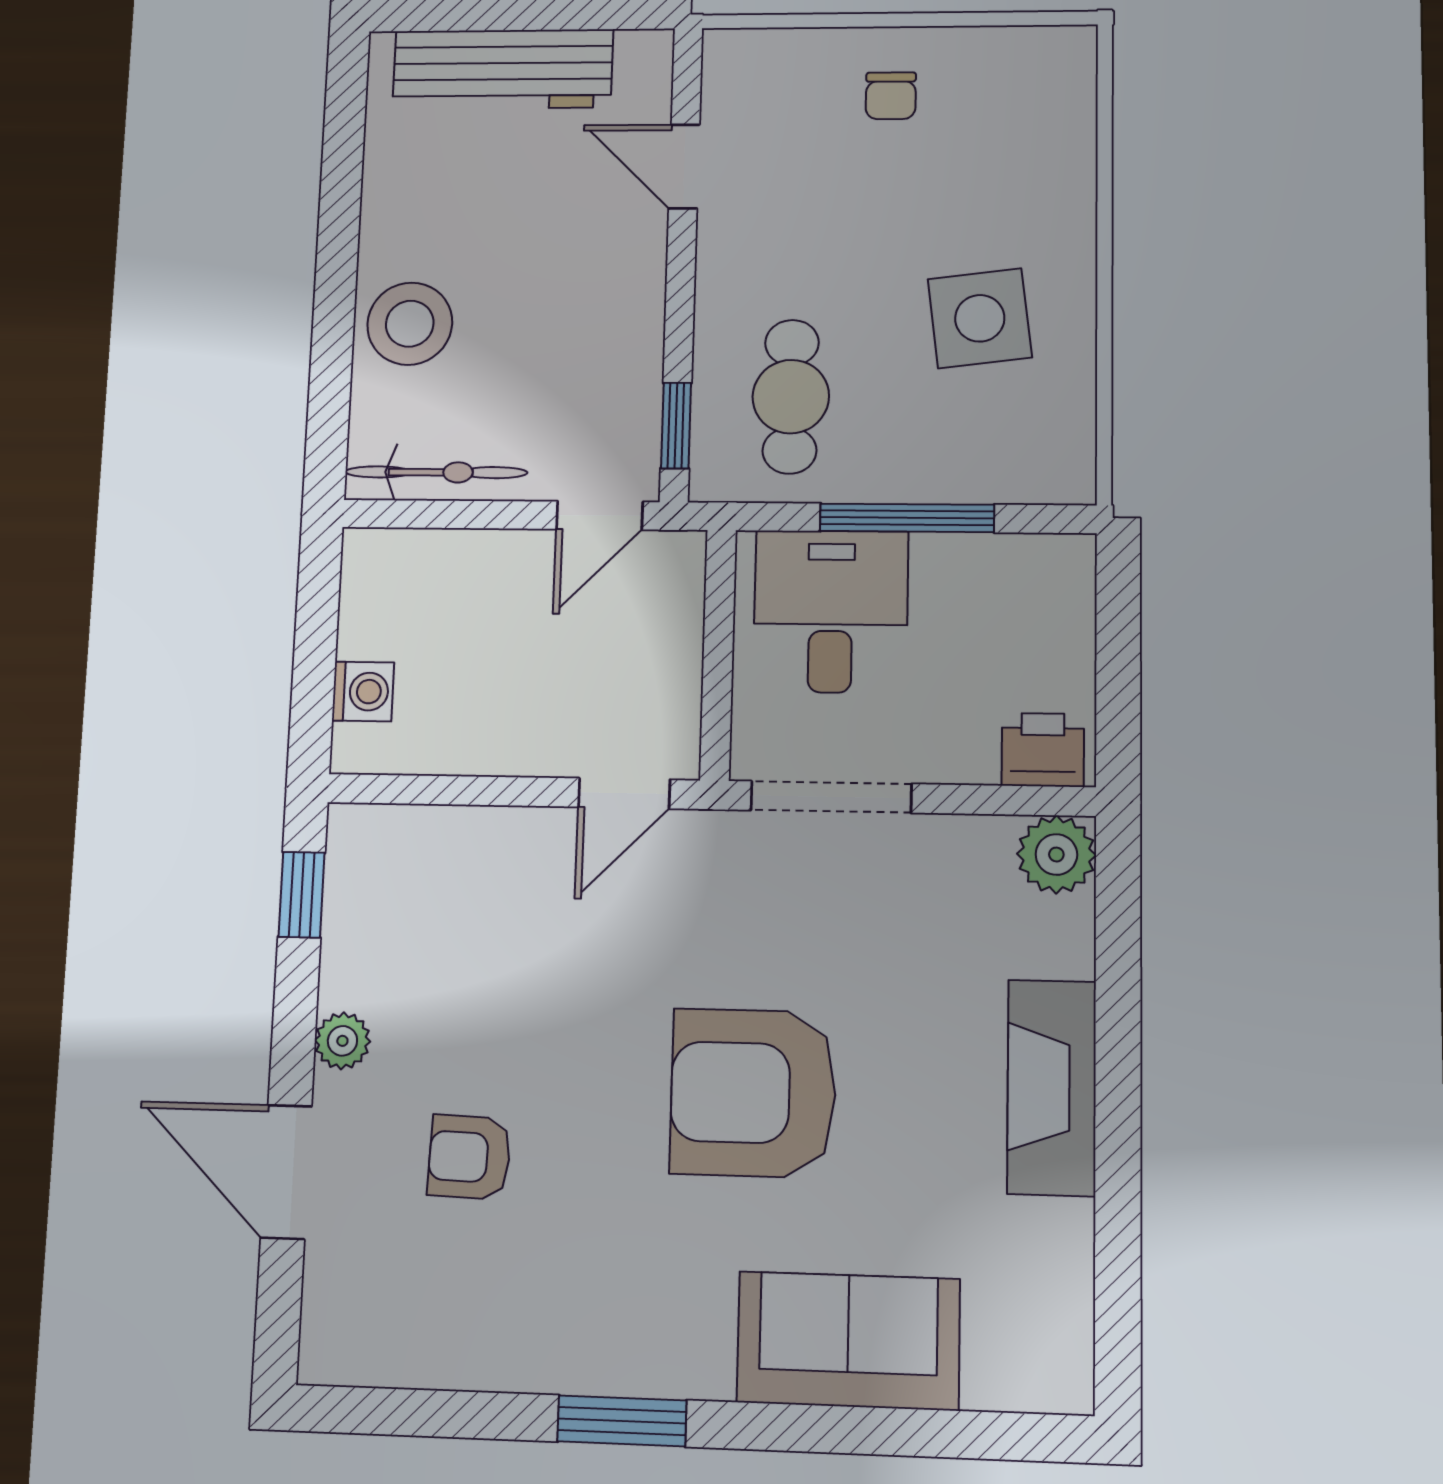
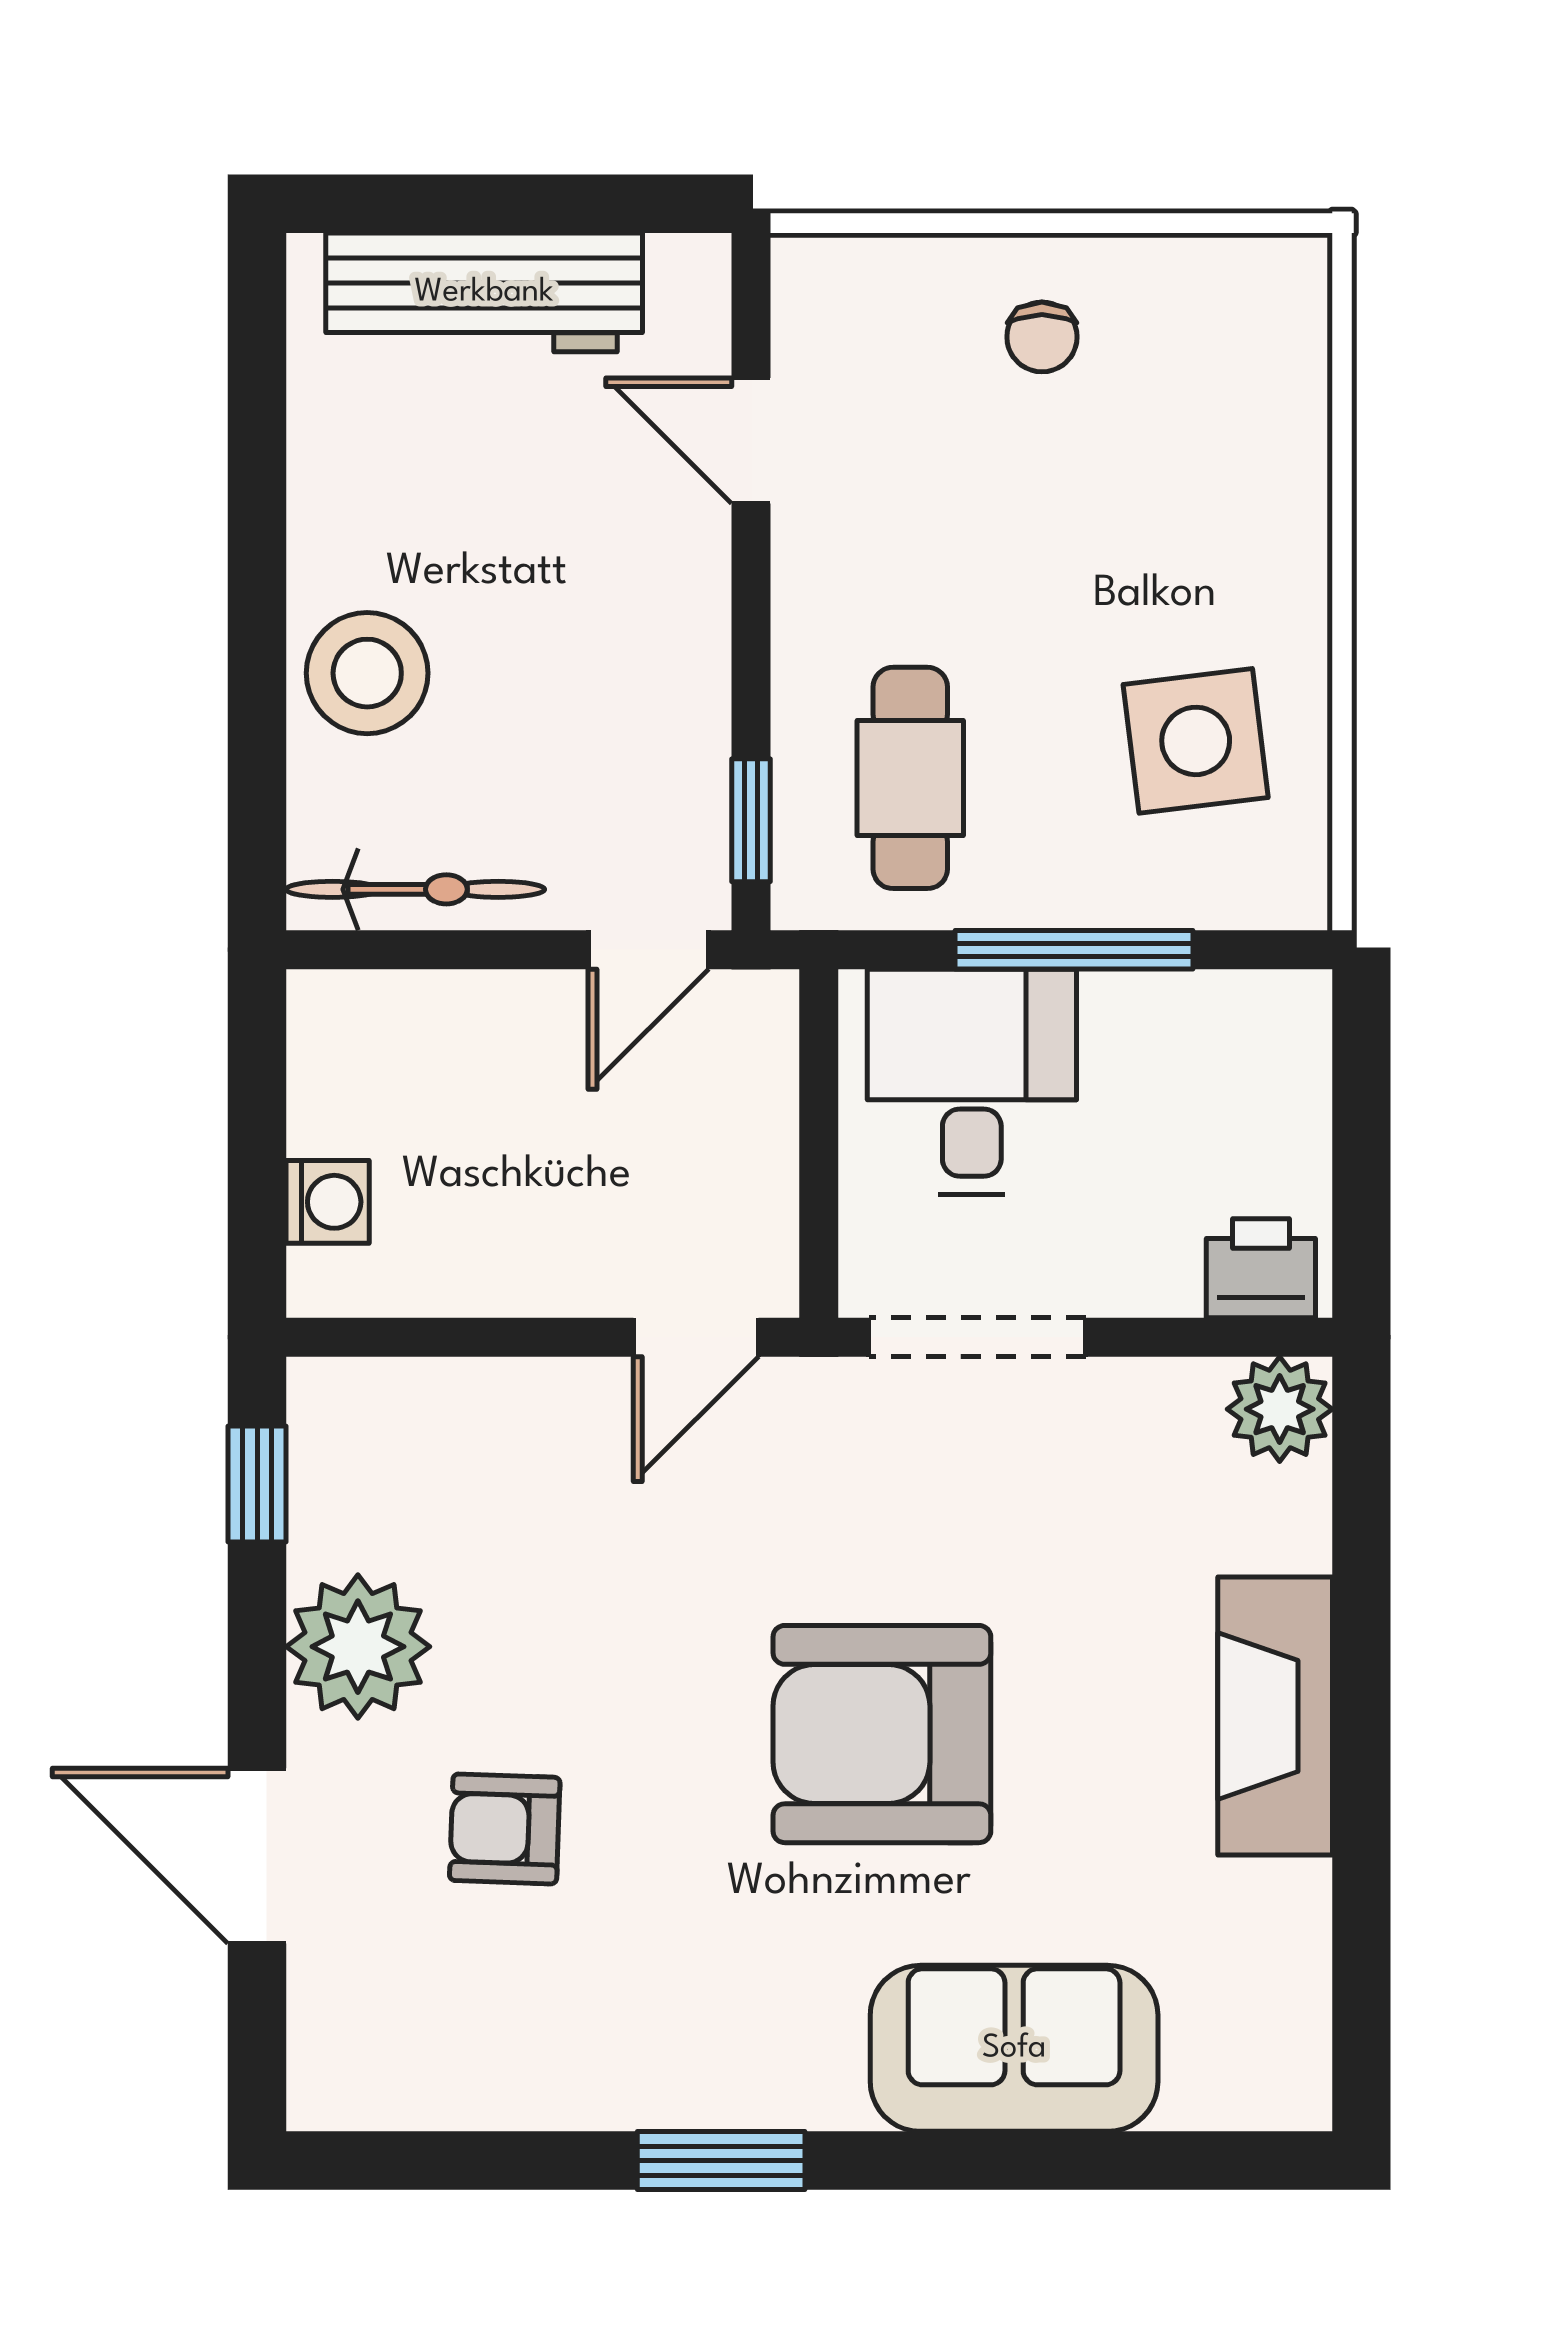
side table: (980, 318) -> (1196, 741), moved
plant: (342, 1041) -> (358, 1647), width x1.88, depth x1.88

